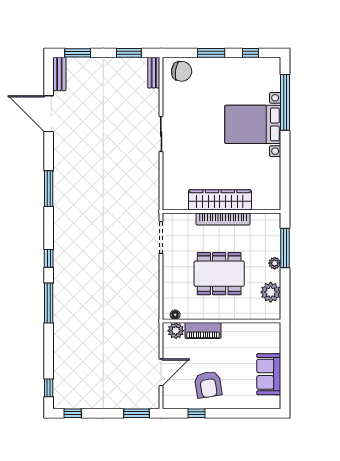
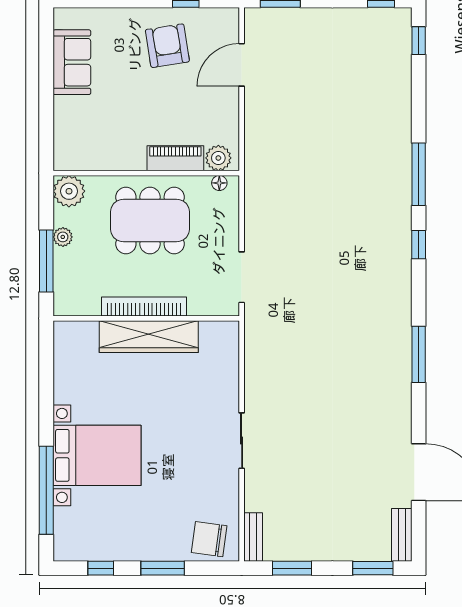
floor lamp: (175, 315) -> (219, 183), moved
wall: (222, 321) -> (146, 173), moved
piano: (203, 330) -> (175, 158), moved
plant: (176, 331) -> (218, 158), moved

